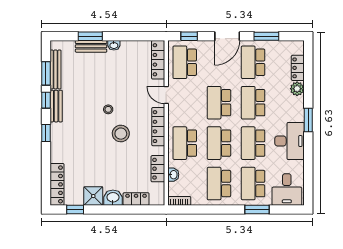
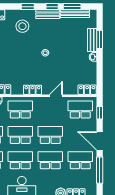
window: (266, 36) -> (100, 170), width x1.44
locker: (158, 60) -> (87, 90), width x0.66
locker: (158, 127) -> (32, 90), width x0.66
stool: (121, 134) -> (22, 26), moved

